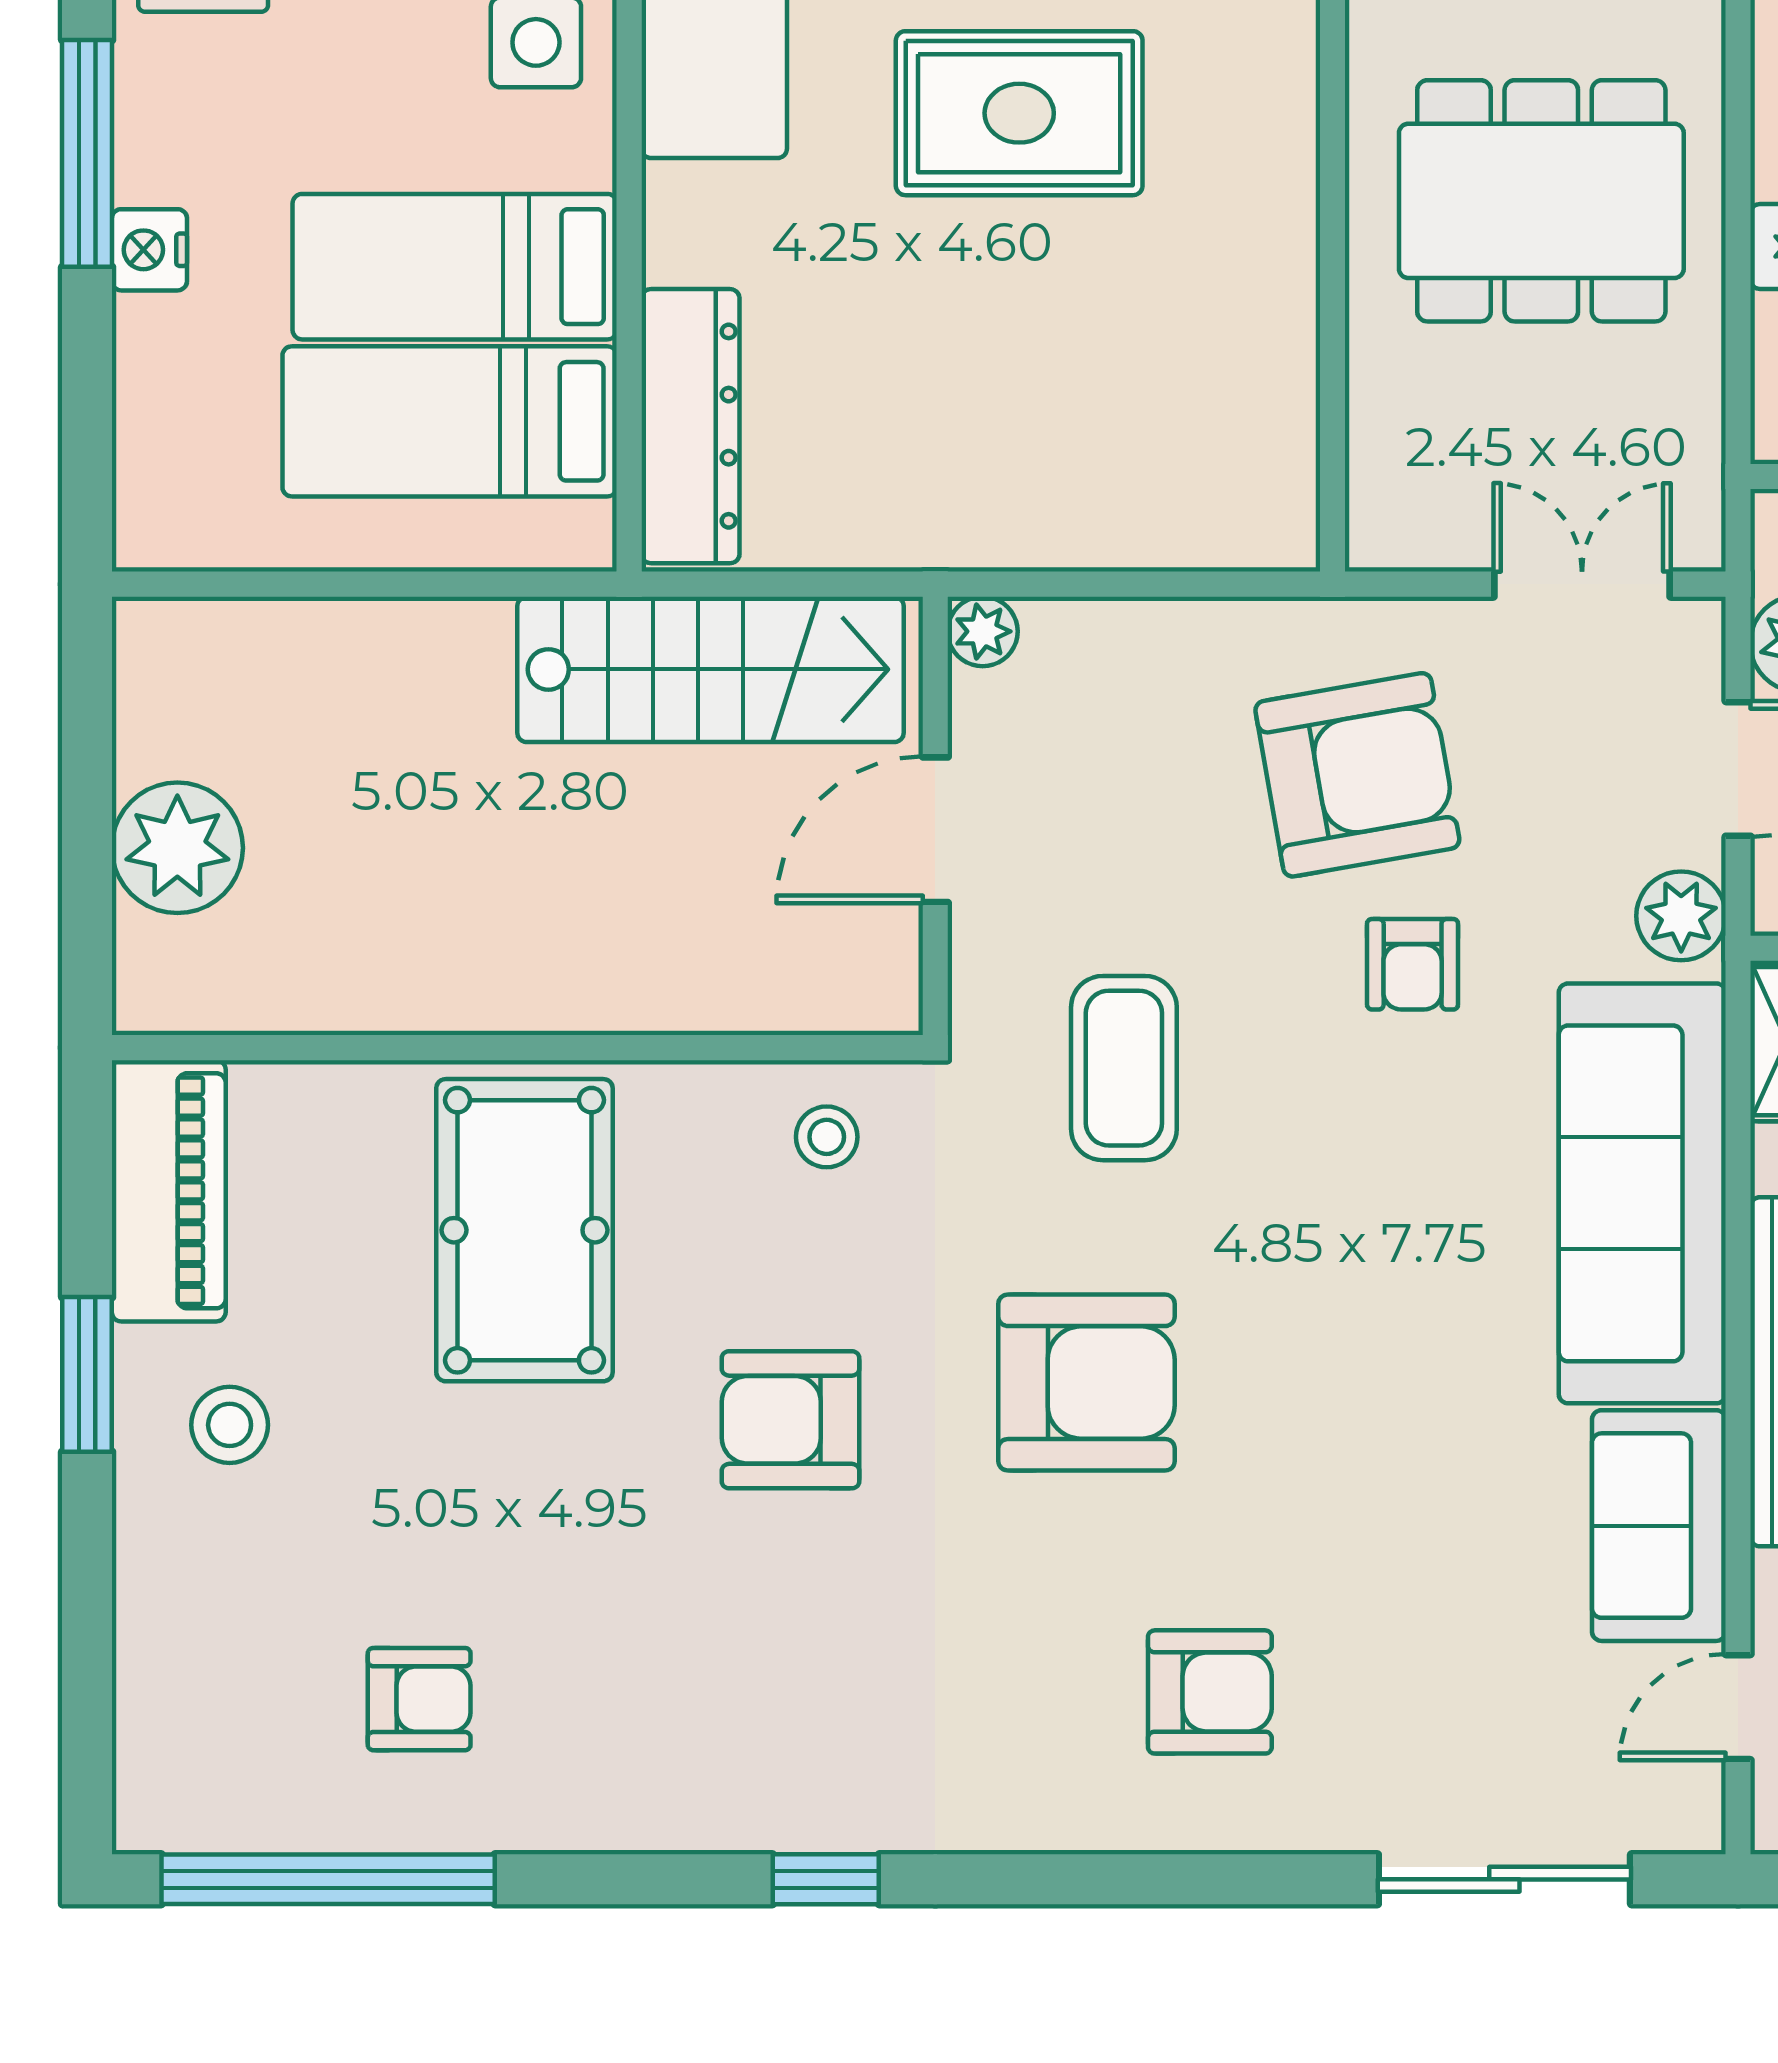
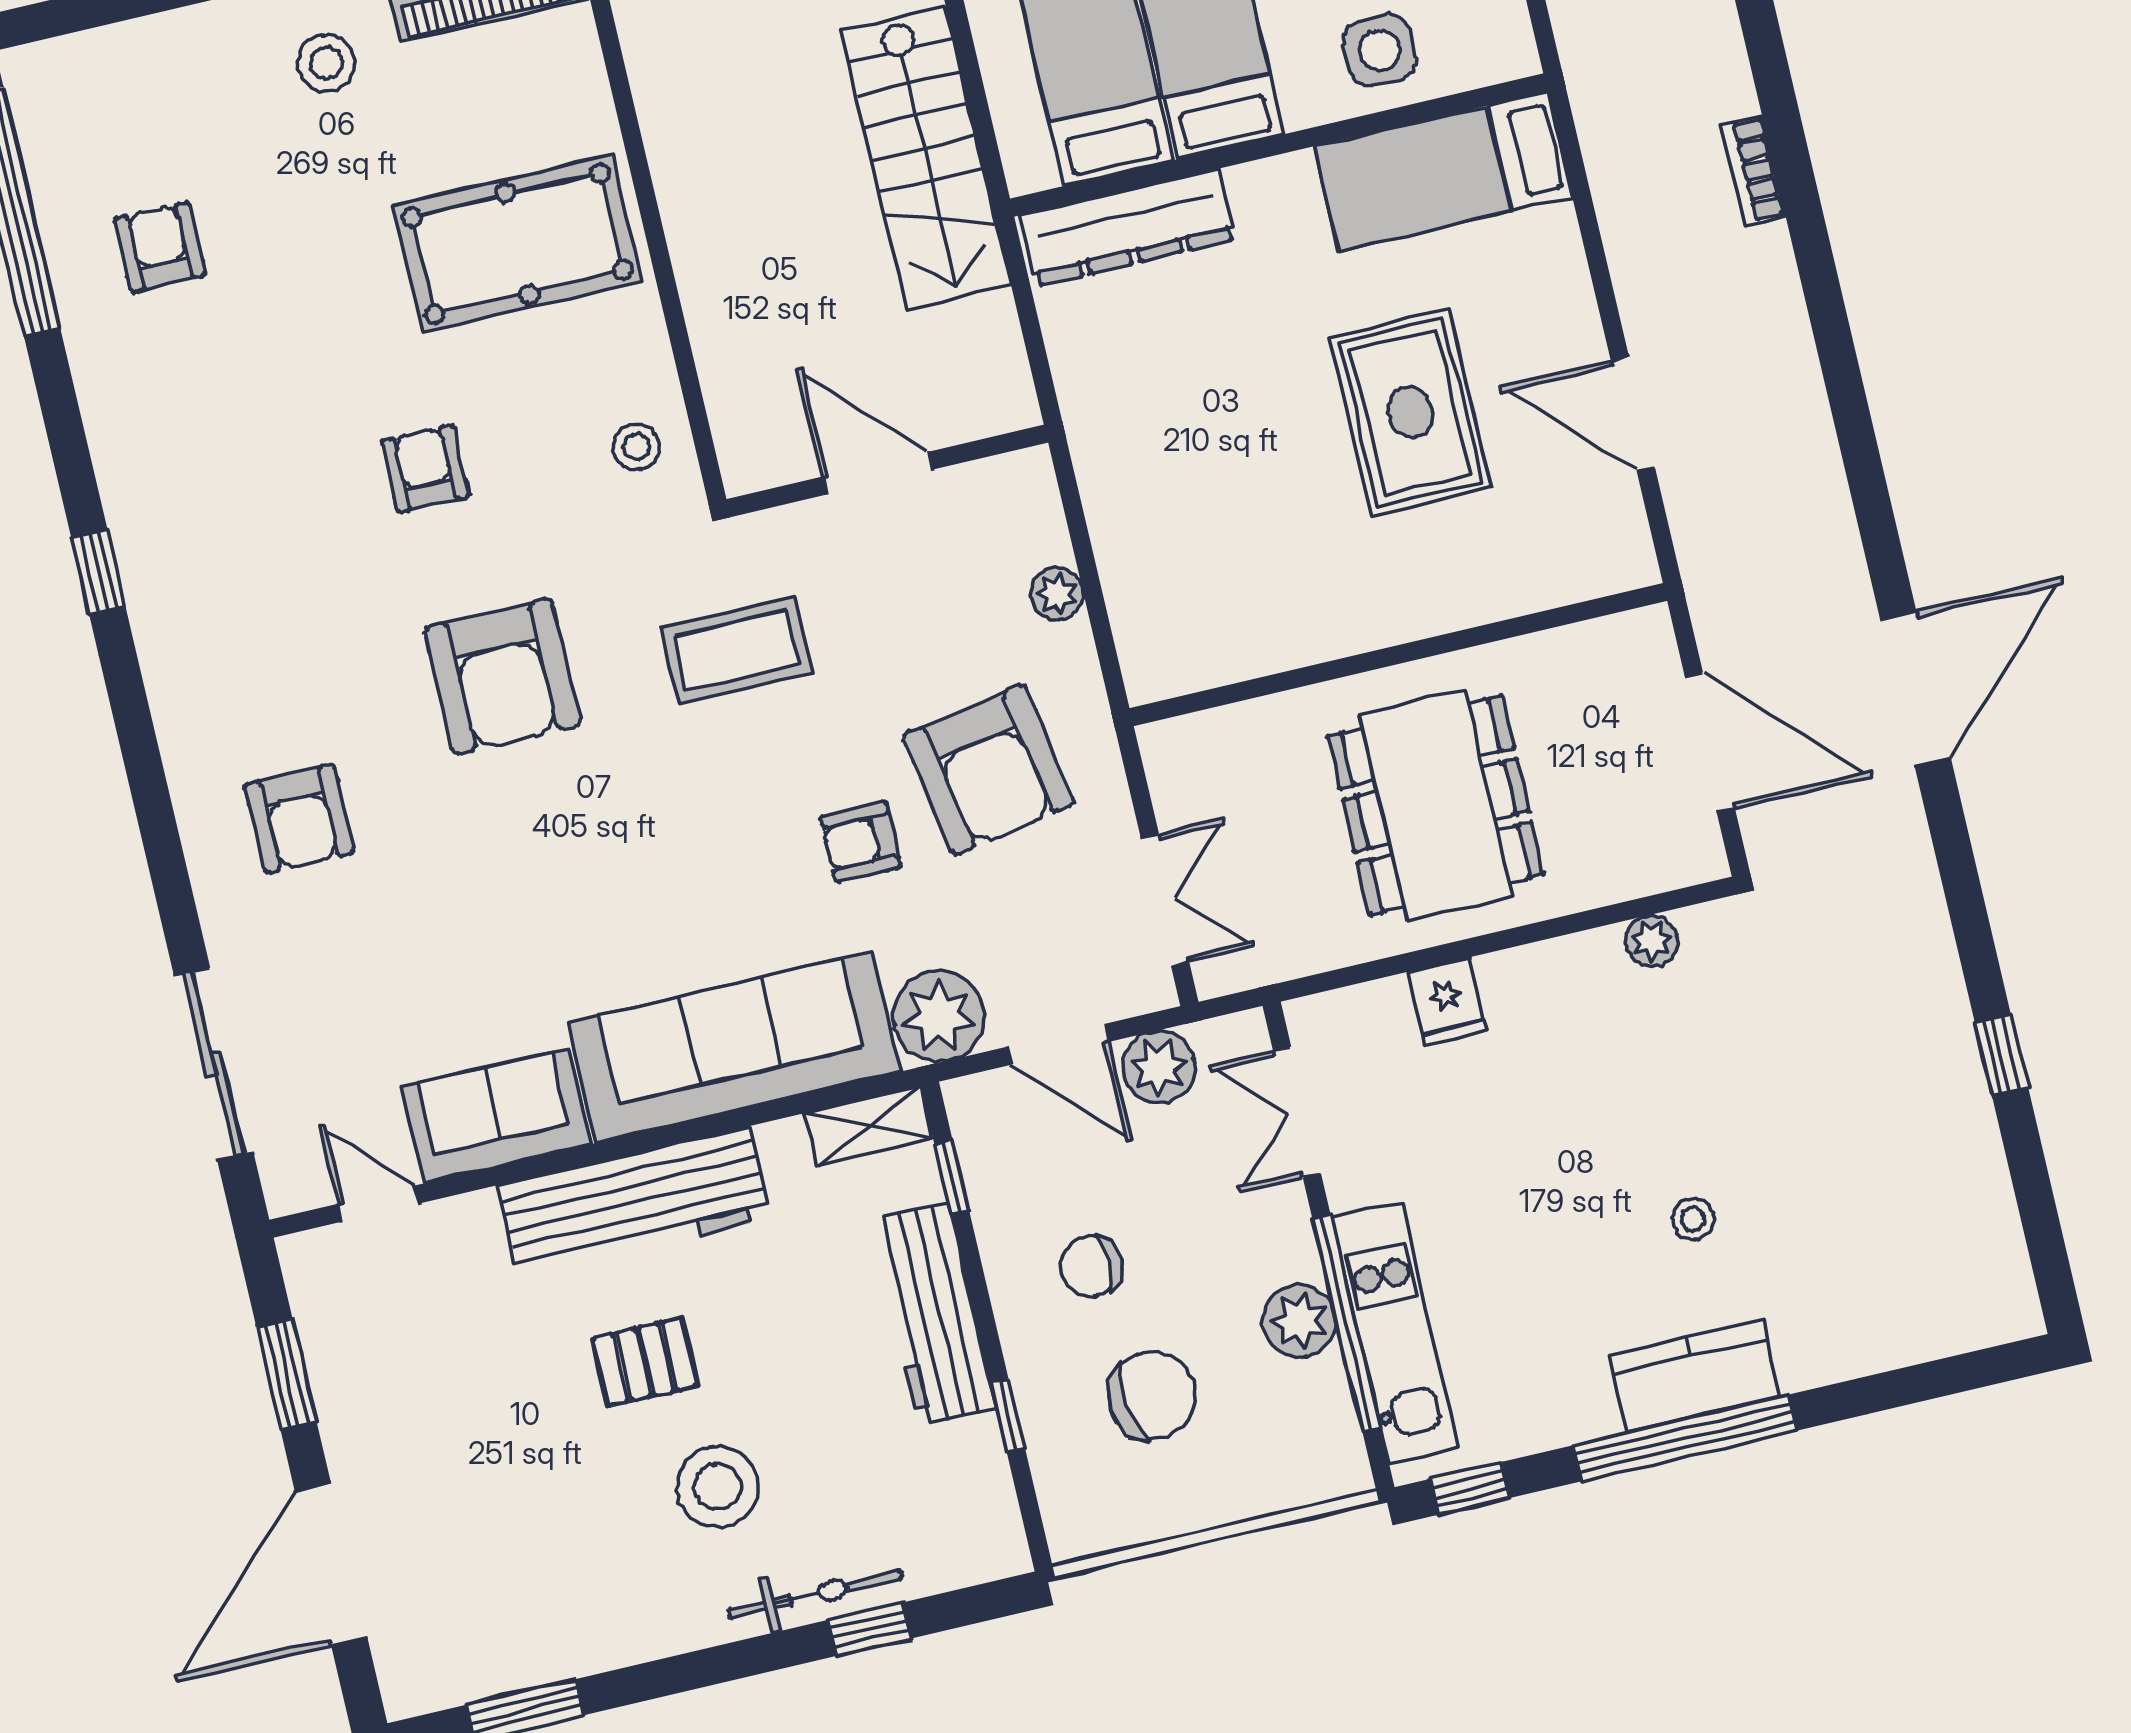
plant: (983, 631) -> (1057, 594), moved
stairs: (710, 669) -> (926, 158), moved
plant: (1681, 916) -> (939, 1016), width x1.36, depth x1.36
armchair: (790, 1420) -> (425, 469), width x0.72, depth x0.72
armchair: (419, 1699) -> (160, 247), turned 180

